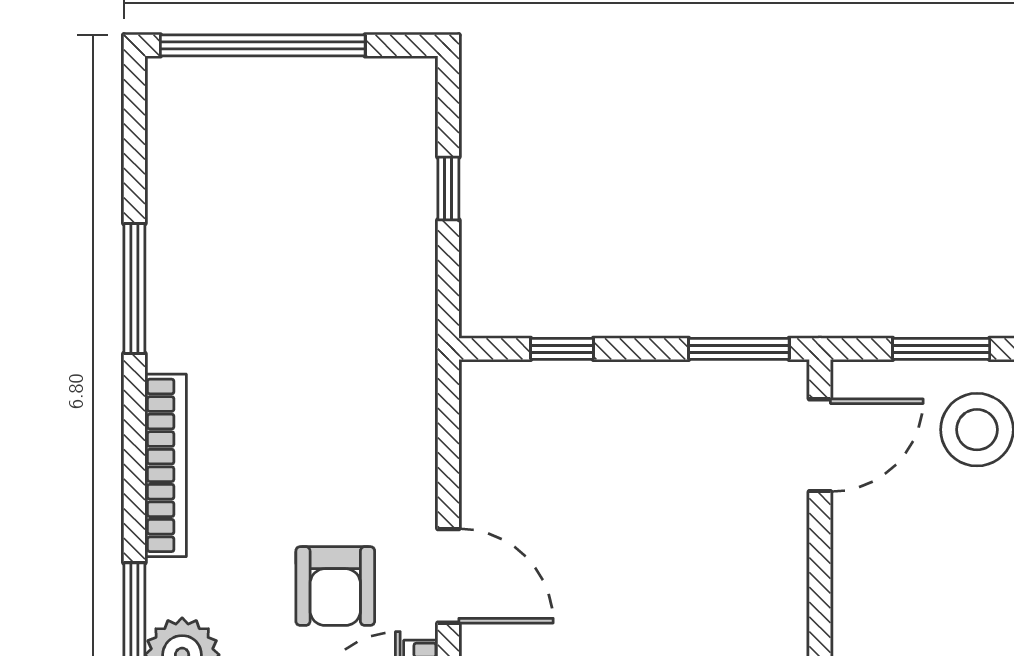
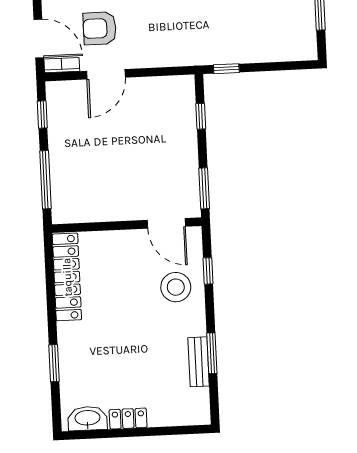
window: (448, 189) -> (226, 69), moved
window: (941, 349) -> (208, 271), width x0.67

